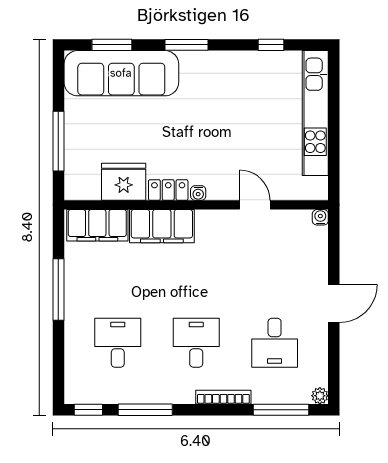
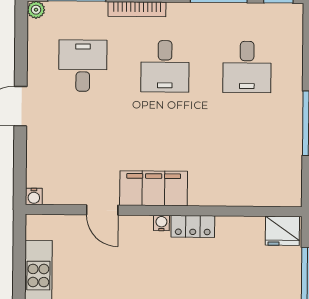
fridge: (124, 182) -> (282, 231), moved, width x0.73, depth x0.75
filing cabinet: (97, 225) -> (267, 190), removed
filing cabinet: (162, 226) -> (154, 188), moved

